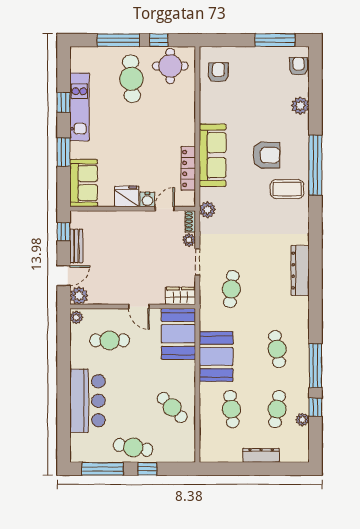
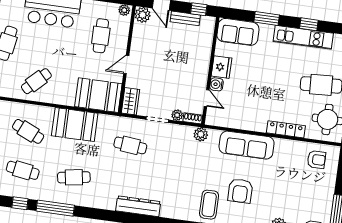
locker: (188, 168) -> (286, 129), moved
cafe table: (231, 409) -> (28, 131), turned 30
plant: (302, 420) -> (11, 191), removed

